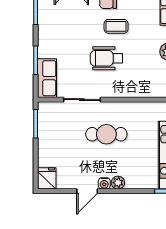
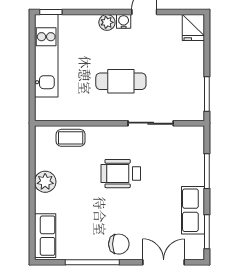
coffee table: (116, 26) -> (71, 138), moved
wheelchair: (107, 58) -> (121, 174), turned 180
row of seats: (47, 78) -> (193, 210), moved

